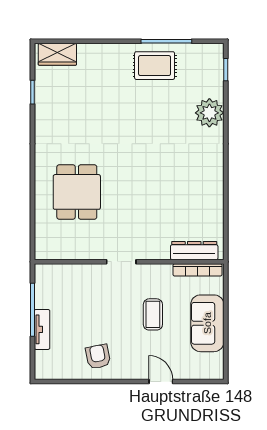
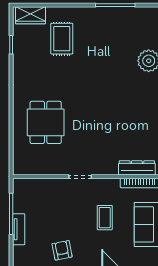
rug: (155, 66) -> (62, 39), moved, turned 90

